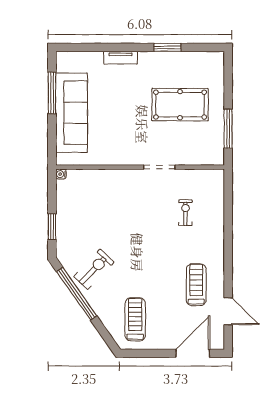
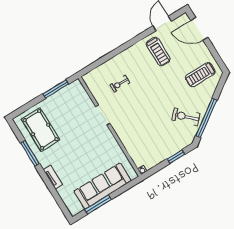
window: (167, 47) -> (30, 153), width x1.44
pool table: (180, 105) -> (41, 130), moved
treadmill: (196, 285) -> (158, 52), turned -90

